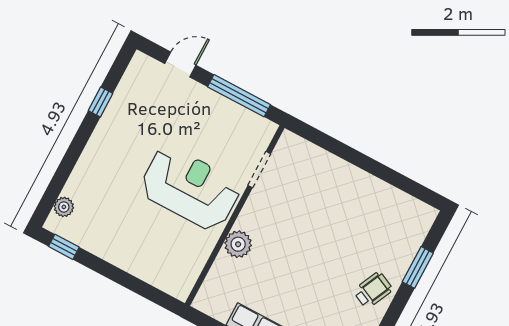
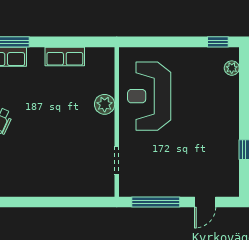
reception desk: (190, 188) -> (149, 96), moved, turned 90

